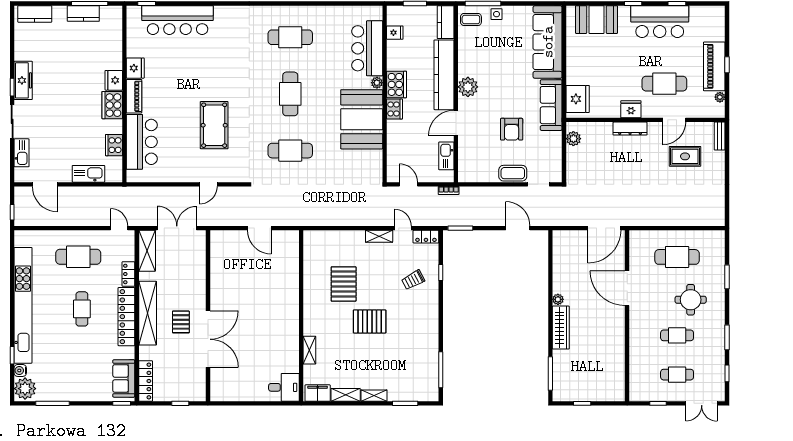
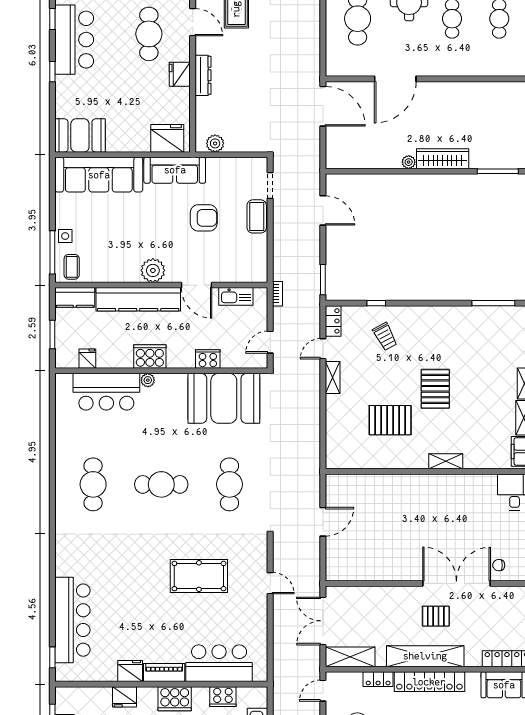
booth: (596, 20) -> (80, 135), moved, turned 90
fridge: (114, 80) -> (124, 697), moved
cooker: (394, 109) -> (208, 359), moved
booth: (362, 119) -> (224, 398), moved
door: (518, 228) -> (323, 210), swing flipped
shelving: (309, 350) -> (446, 461), moved
chair: (223, 374) -> (499, 565), added

